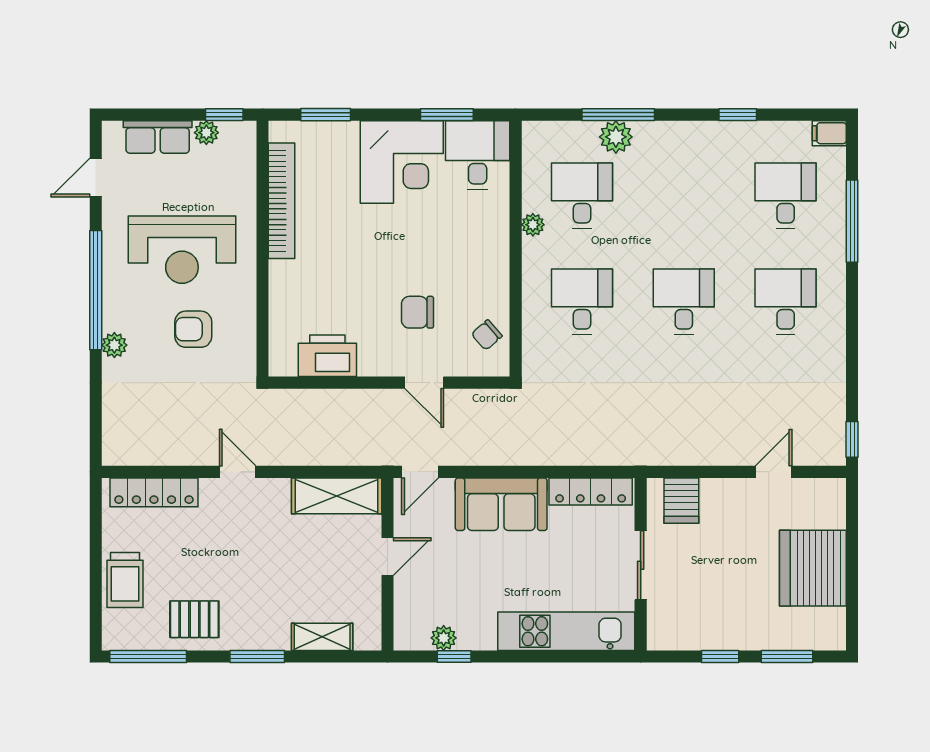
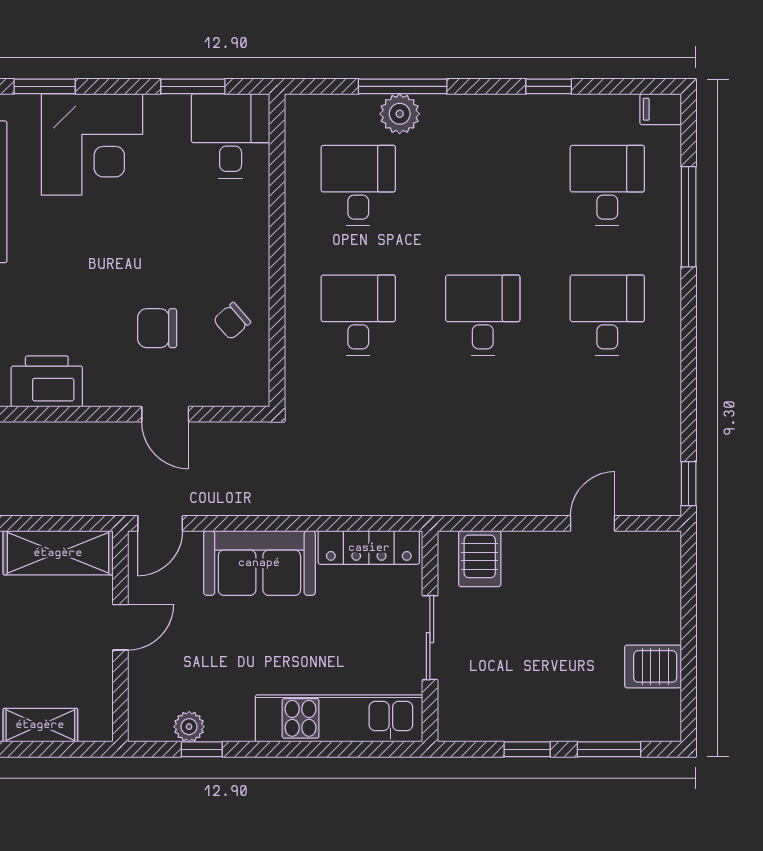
corner desk: (402, 162) -> (92, 144), moved
plant: (533, 225) -> (298, 221), removed
chair: (487, 335) -> (232, 321), moved
server rack: (813, 568) -> (653, 666), width x0.46, depth x0.70

